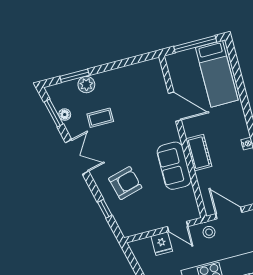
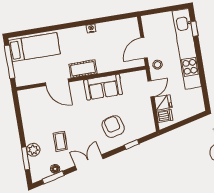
door: (175, 107) -> (57, 82), swing flipped
cot: (199, 153) -> (83, 69), moved
dishwasher: (145, 247) -> (165, 116), added

